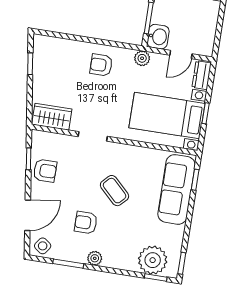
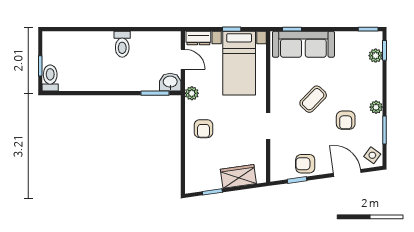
wardrobe: (52, 117) -> (238, 176), moved, turned 82
armchair: (45, 171) -> (305, 164), turned -90
plant: (153, 260) -> (376, 56), width x0.53, depth x0.53

